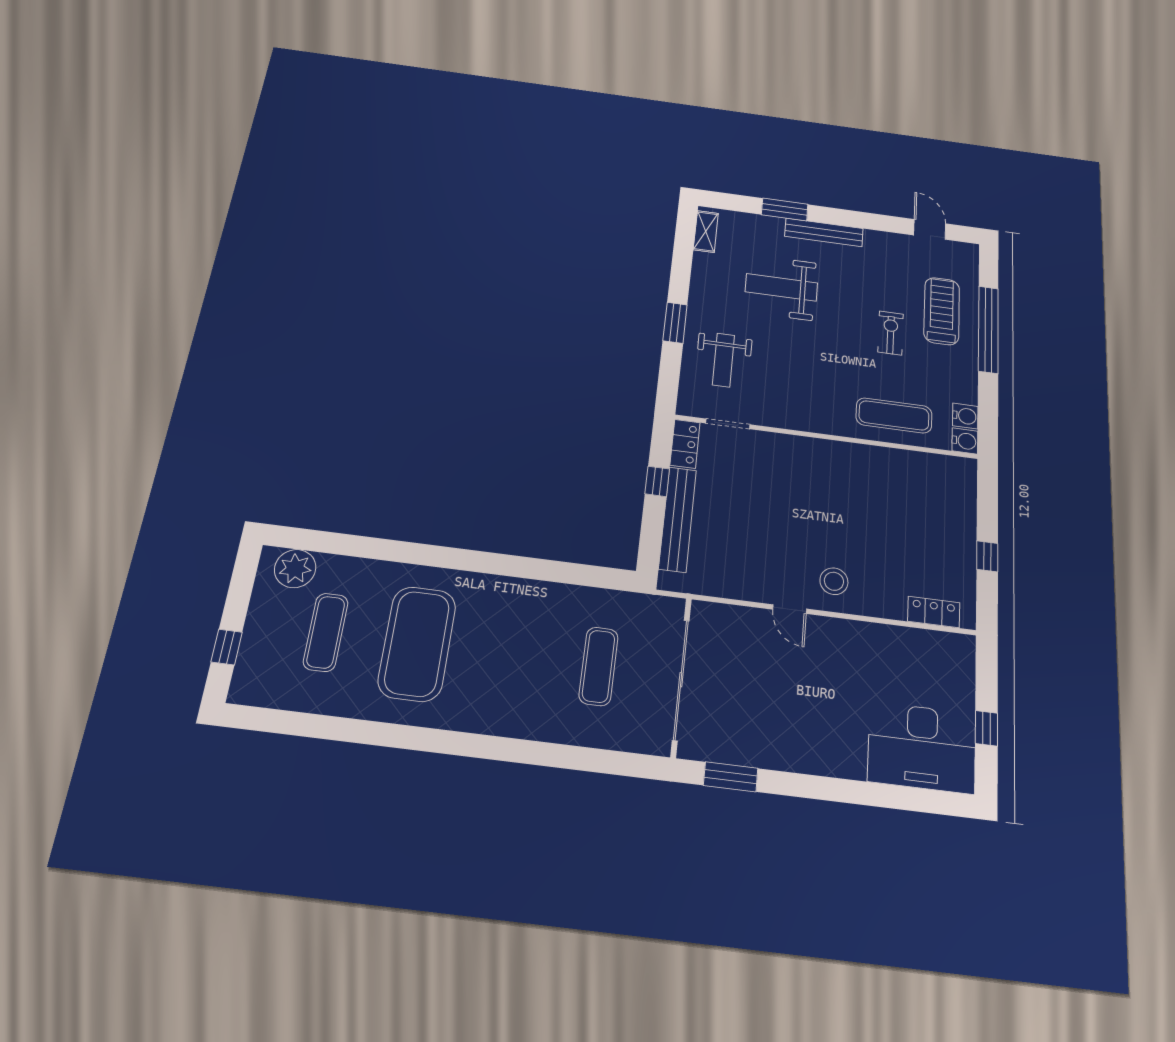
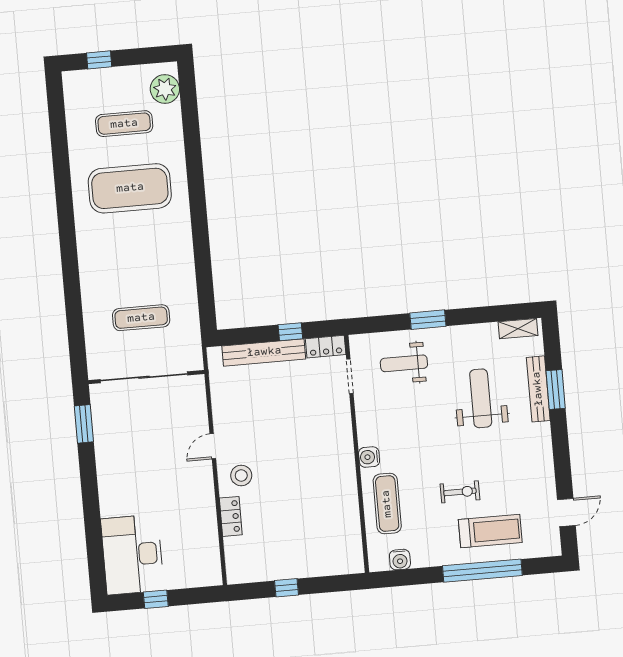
bench: (824, 232) -> (538, 389), moved
water cooler: (965, 441) -> (369, 457), moved, turned 90
locker: (934, 612) -> (231, 516), moved

